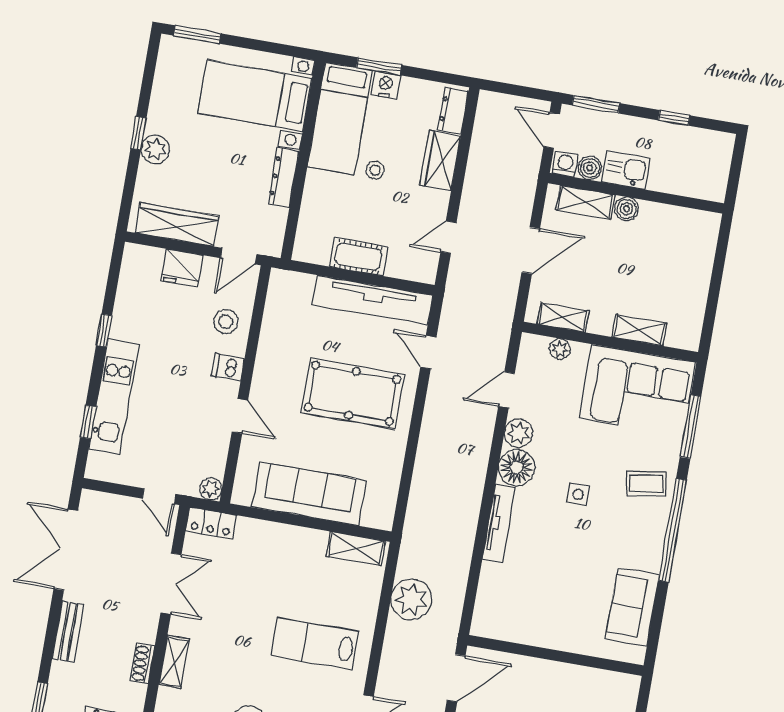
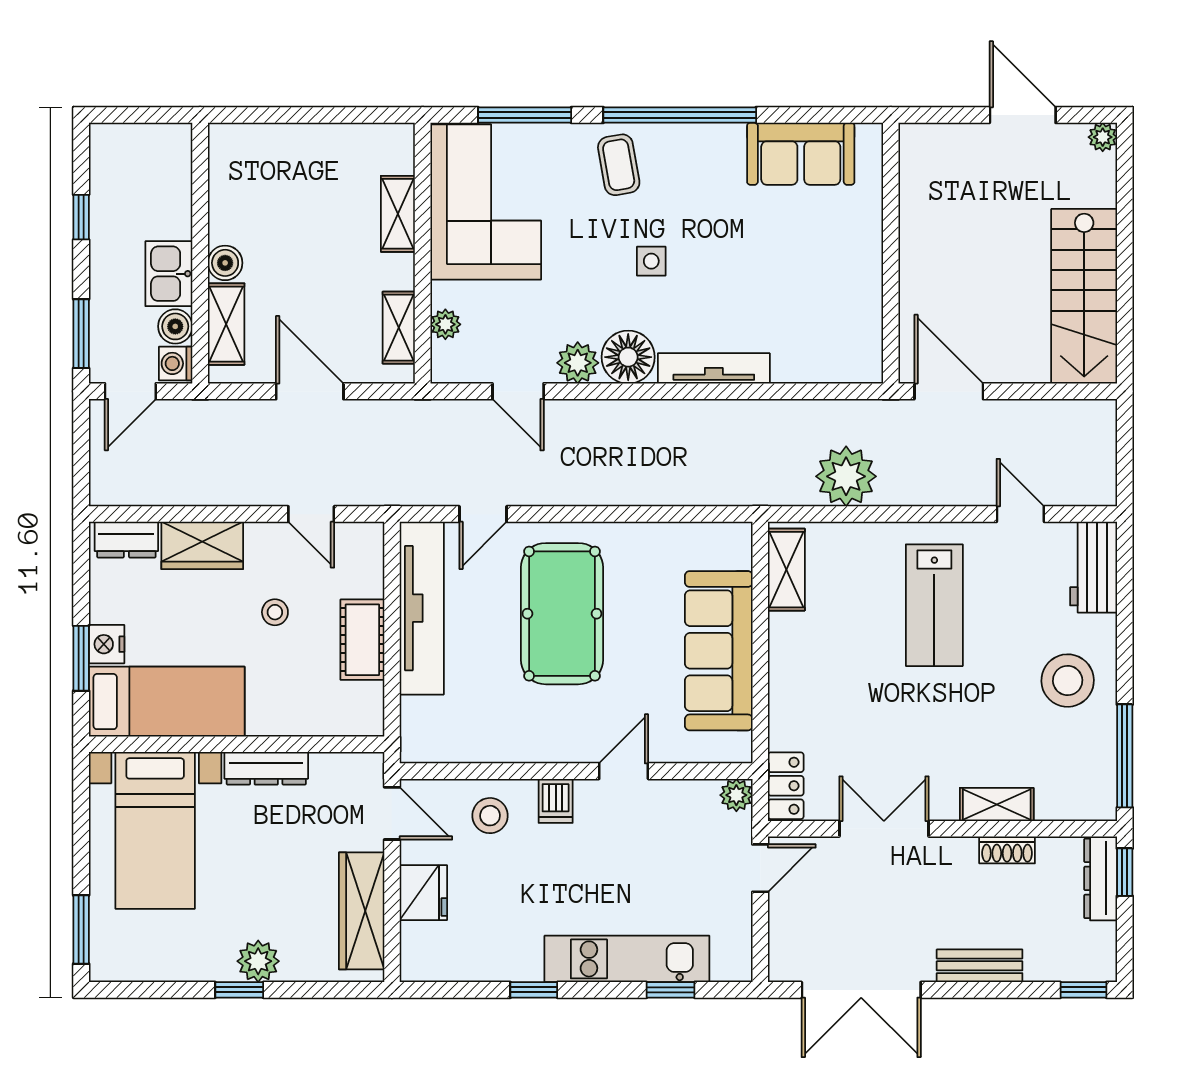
stool: (375, 170) -> (275, 612), moved

